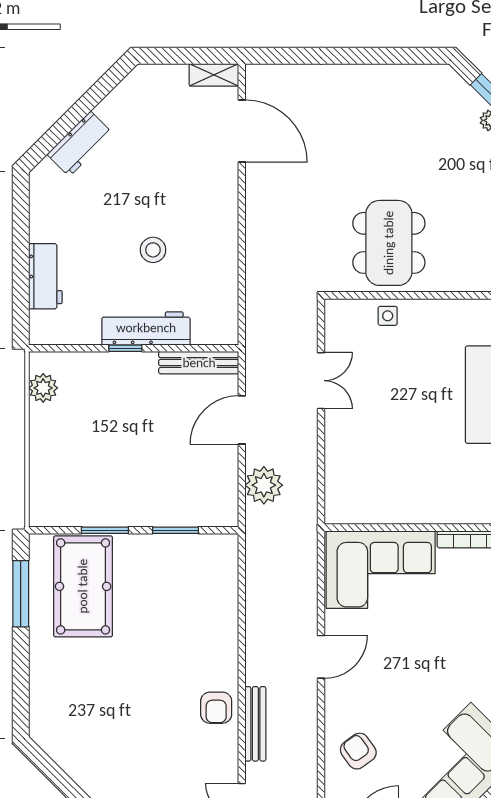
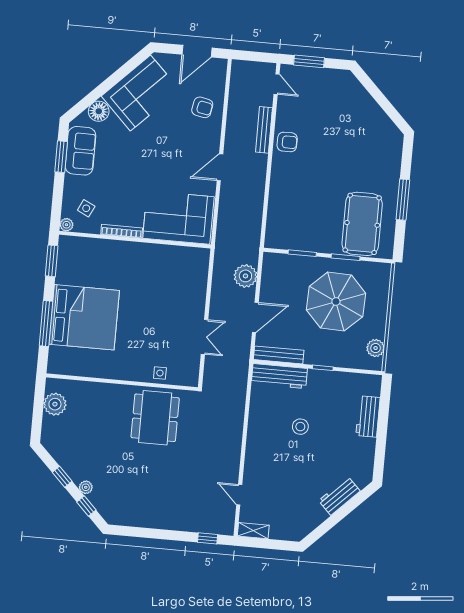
window: (286, 56) -> (208, 538), added
door: (242, 131) -> (239, 495), width x0.53
workbench: (146, 328) -> (279, 376), moved
double door: (321, 381) -> (205, 337), swing flipped
parasol: (114, 457) -> (336, 302), added
window: (21, 594) -> (403, 200), moved
armchair: (216, 708) -> (287, 142), turned 90
armchair: (358, 751) -> (202, 107), turned -43

